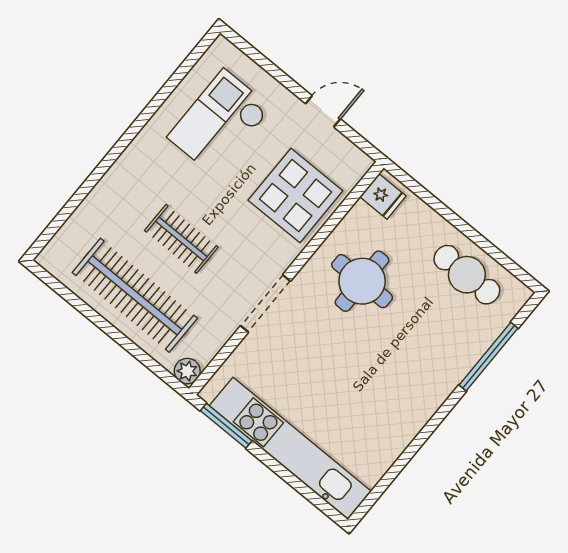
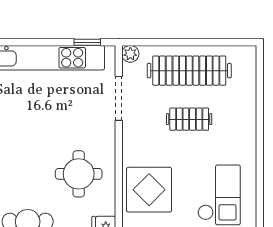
doorway: (266, 303) -> (119, 98), moved
window: (226, 426) -> (87, 42), width x0.67

